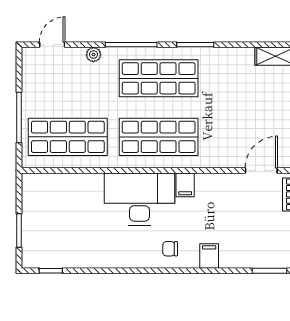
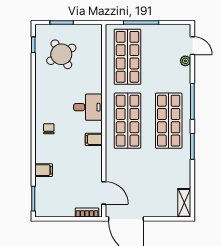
plant: (93, 55) -> (185, 61), moved
desk: (139, 199) -> (88, 107), width x0.53, depth x0.77
round table: (64, 231) -> (61, 54), added
filing cabinet: (209, 256) -> (44, 170), moved

